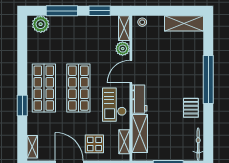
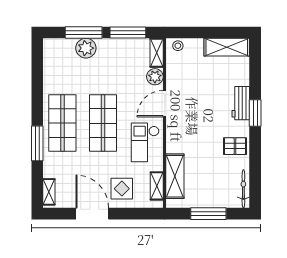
window: (100, 11) -> (128, 32), width x1.44
plant: (41, 24) -> (86, 48), moved
window: (208, 79) -> (255, 113), width x0.47
workbench: (140, 99) -> (241, 103), moved, turned 180
window: (22, 106) -> (37, 143), width x1.44
pallet: (191, 108) -> (235, 146), turned 90

